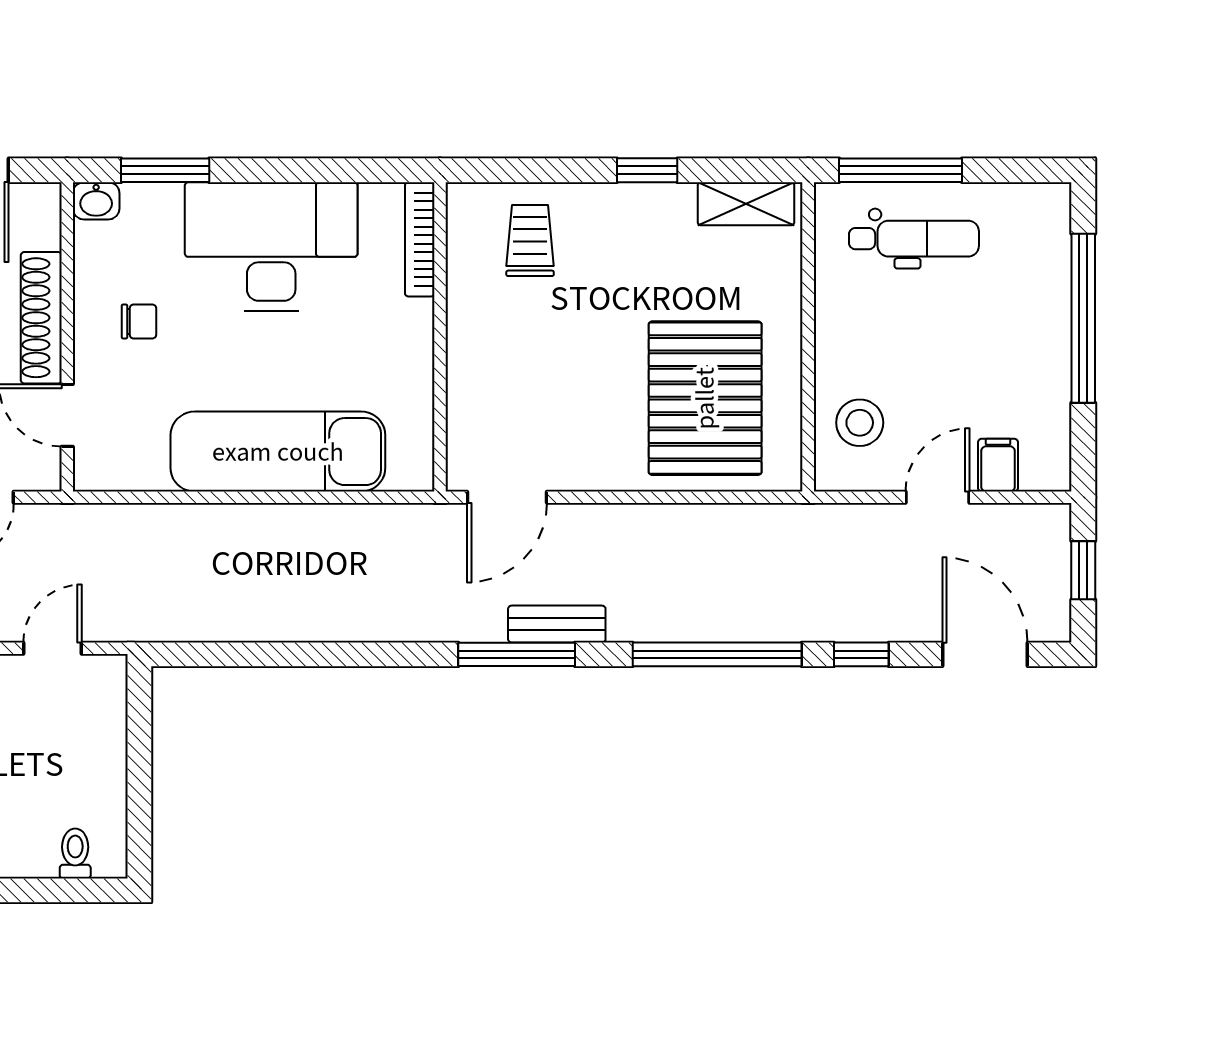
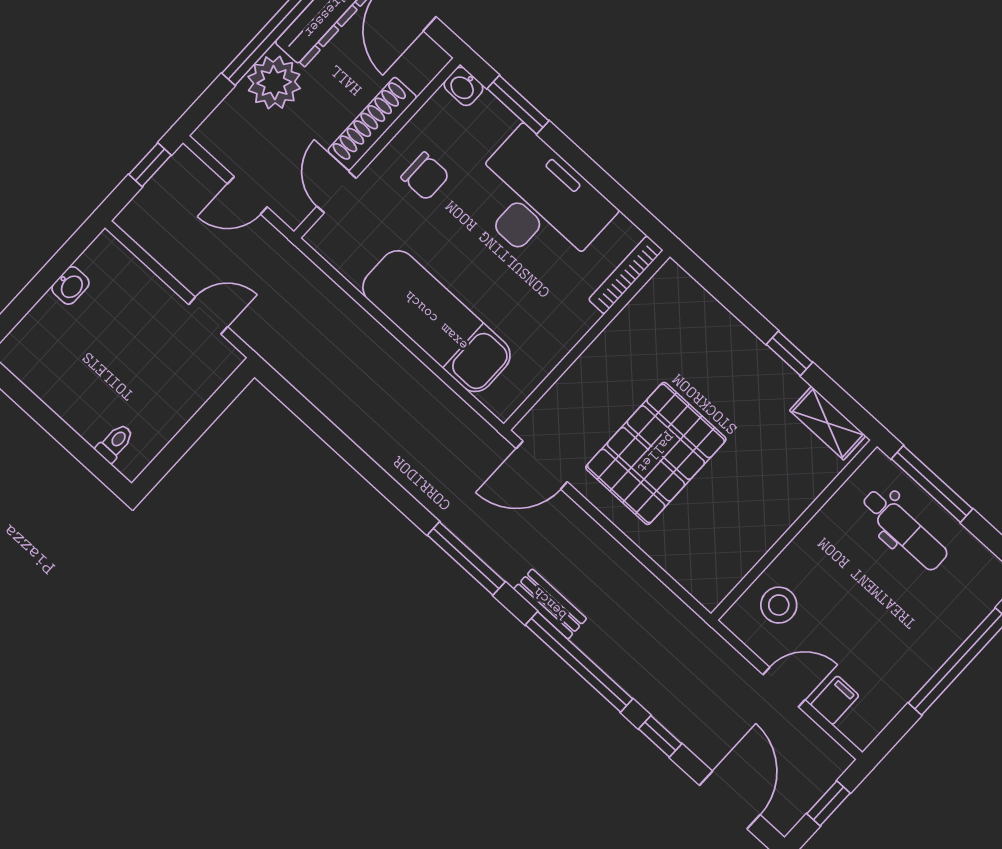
trolley: (530, 241) -> (687, 332), removed
chair: (139, 321) -> (425, 176), width x1.37, depth x1.37
pallet: (705, 398) -> (656, 453), moved
bench: (557, 624) -> (550, 604), moved

